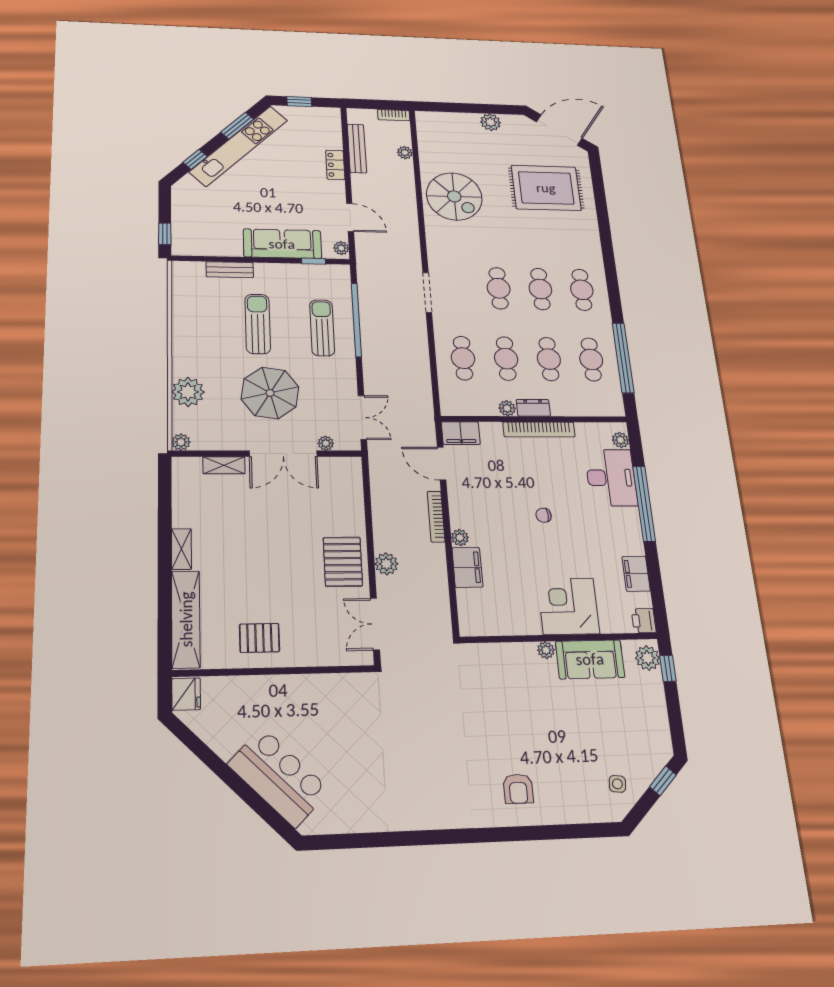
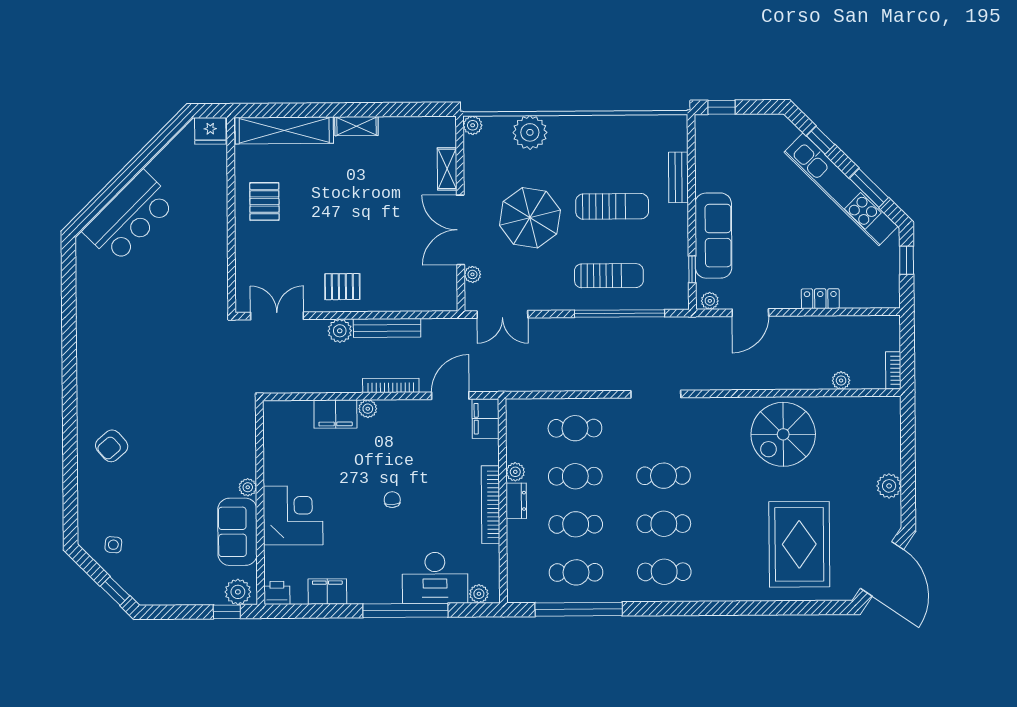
bench: (357, 148) -> (387, 328), moved
pallet: (343, 562) -> (342, 287), width x0.67, depth x0.71
armchair: (518, 789) -> (112, 446), turned -41

